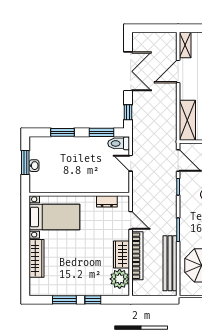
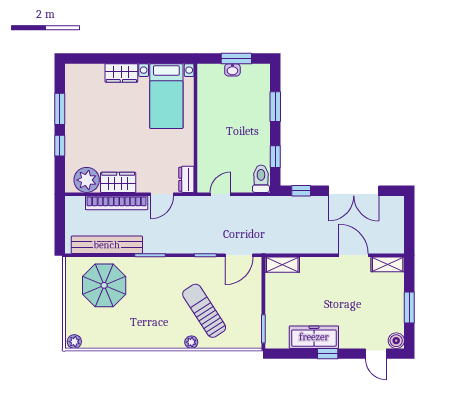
shelving: (187, 120) -> (282, 265), width x0.67, depth x0.75
window: (101, 132) -> (275, 157), width x0.67
door: (131, 163) -> (220, 194), moved
dresser: (107, 201) -> (186, 179), moved
wardrobe: (37, 258) -> (121, 73), width x0.67

